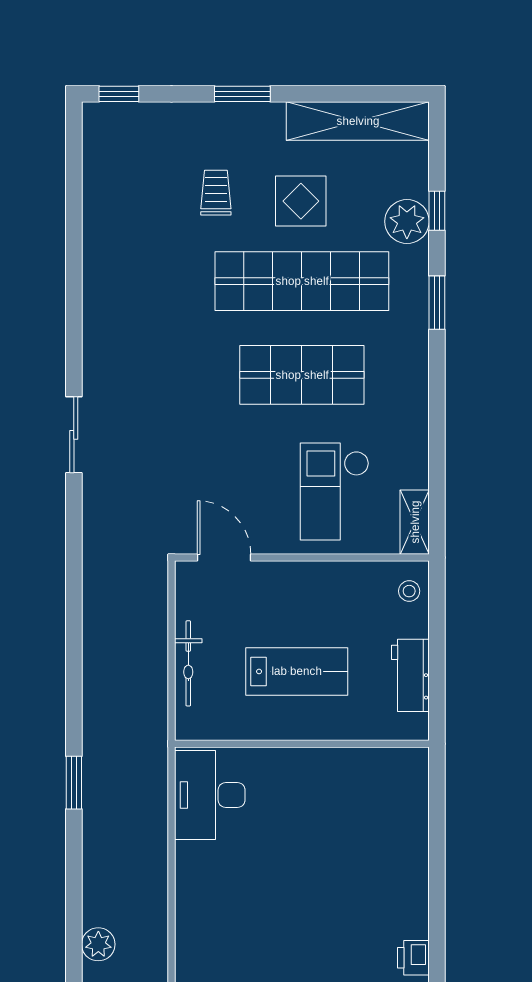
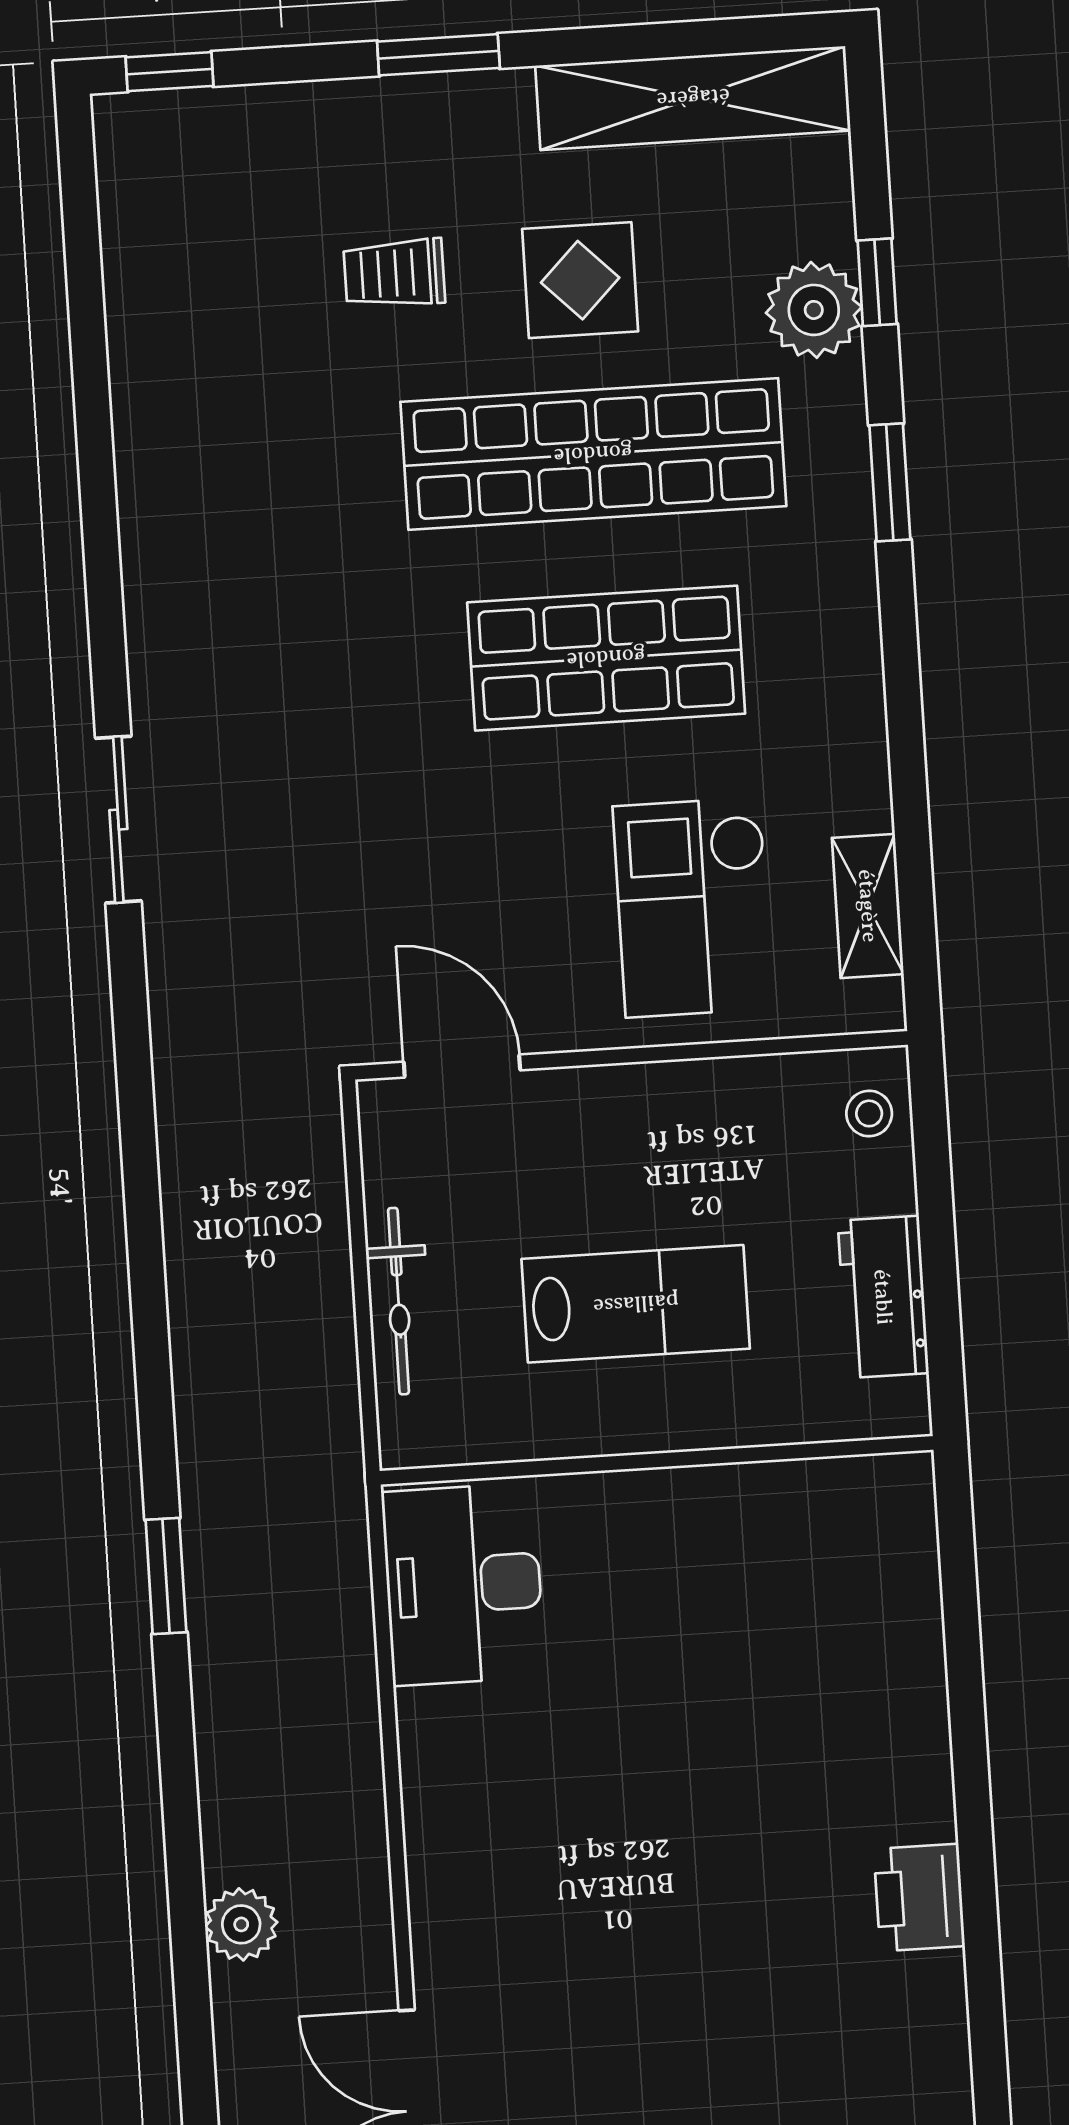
trolley: (216, 193) -> (394, 273), turned -90
shelving: (415, 522) -> (868, 906), moved
printer: (413, 958) -> (919, 1897), width x1.36, depth x1.24

